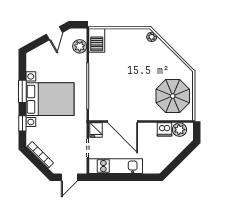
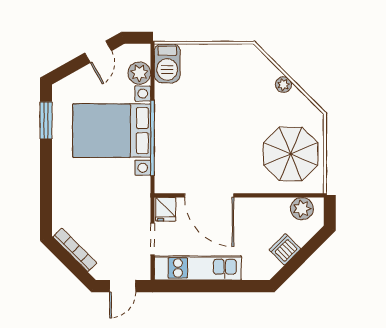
plant: (152, 37) -> (283, 85), moved
window: (22, 91) -> (46, 120), moved
bed with nightstands: (50, 99) -> (112, 131), moved, turned 180
window: (22, 123) -> (46, 198), removed
dishwasher: (164, 129) -> (285, 249), moved, turned 135

